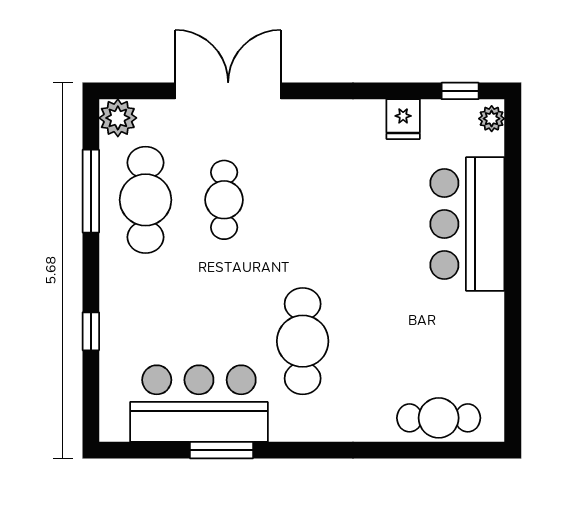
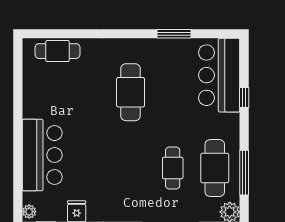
bar counter: (199, 404) -> (219, 75), moved, turned 90

